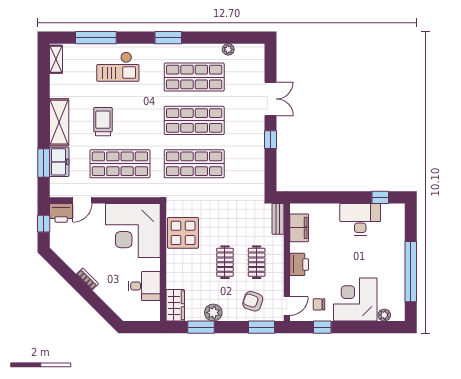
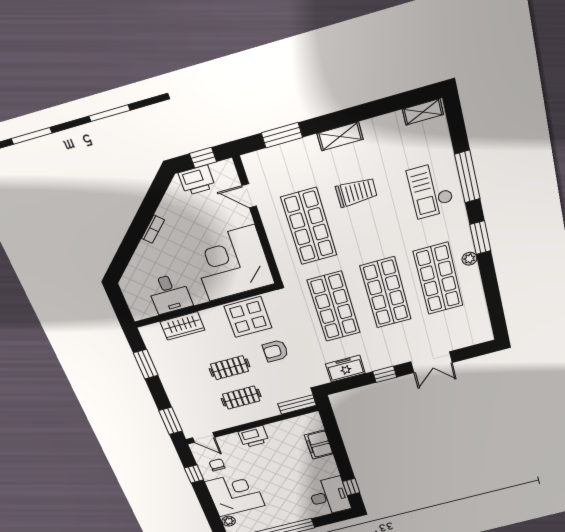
window: (96, 38) -> (467, 177), moved
plant: (228, 49) -> (469, 259), moved
shelving: (59, 122) -> (340, 136), width x0.67, depth x0.75
freezer: (59, 162) -> (345, 369), moved, turned 180
printer: (61, 213) -> (197, 180), moved, turned -90
desk: (360, 219) -> (329, 496), moved
filing cabinet: (299, 228) -> (319, 444), moved, turned 90
armchair: (253, 301) -> (275, 351), moved, turned -109
wardrobe: (175, 305) -> (182, 326), moved
plant: (213, 313) -> (168, 372), removed

